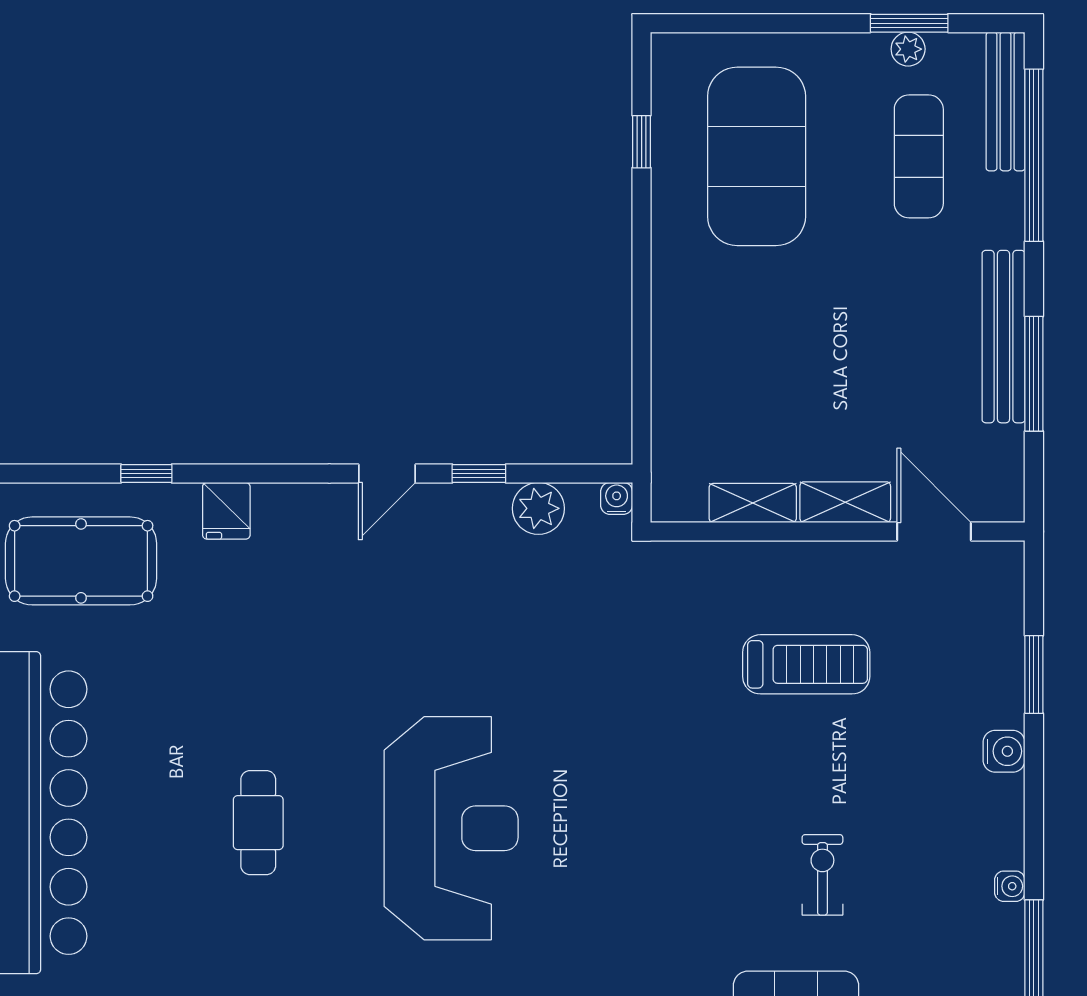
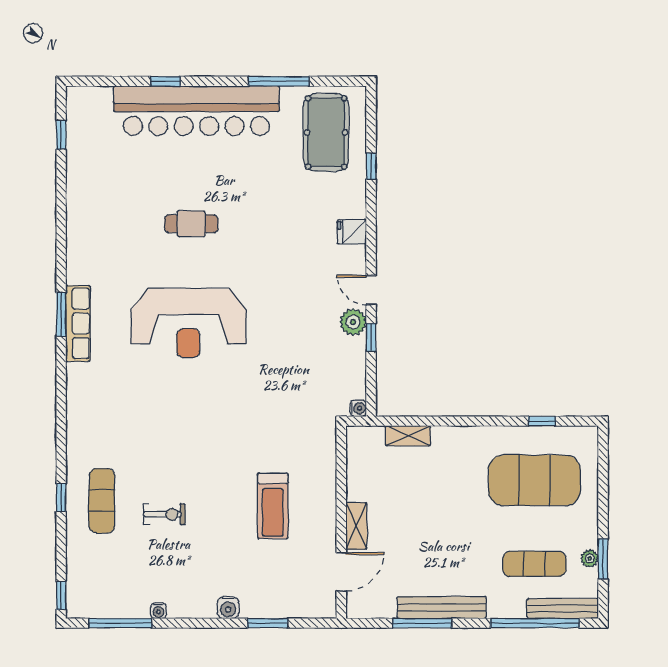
shelving: (753, 503) -> (408, 436), moved, turned 90
plant: (538, 508) -> (353, 322), moved
fridge: (226, 511) -> (352, 232), moved

